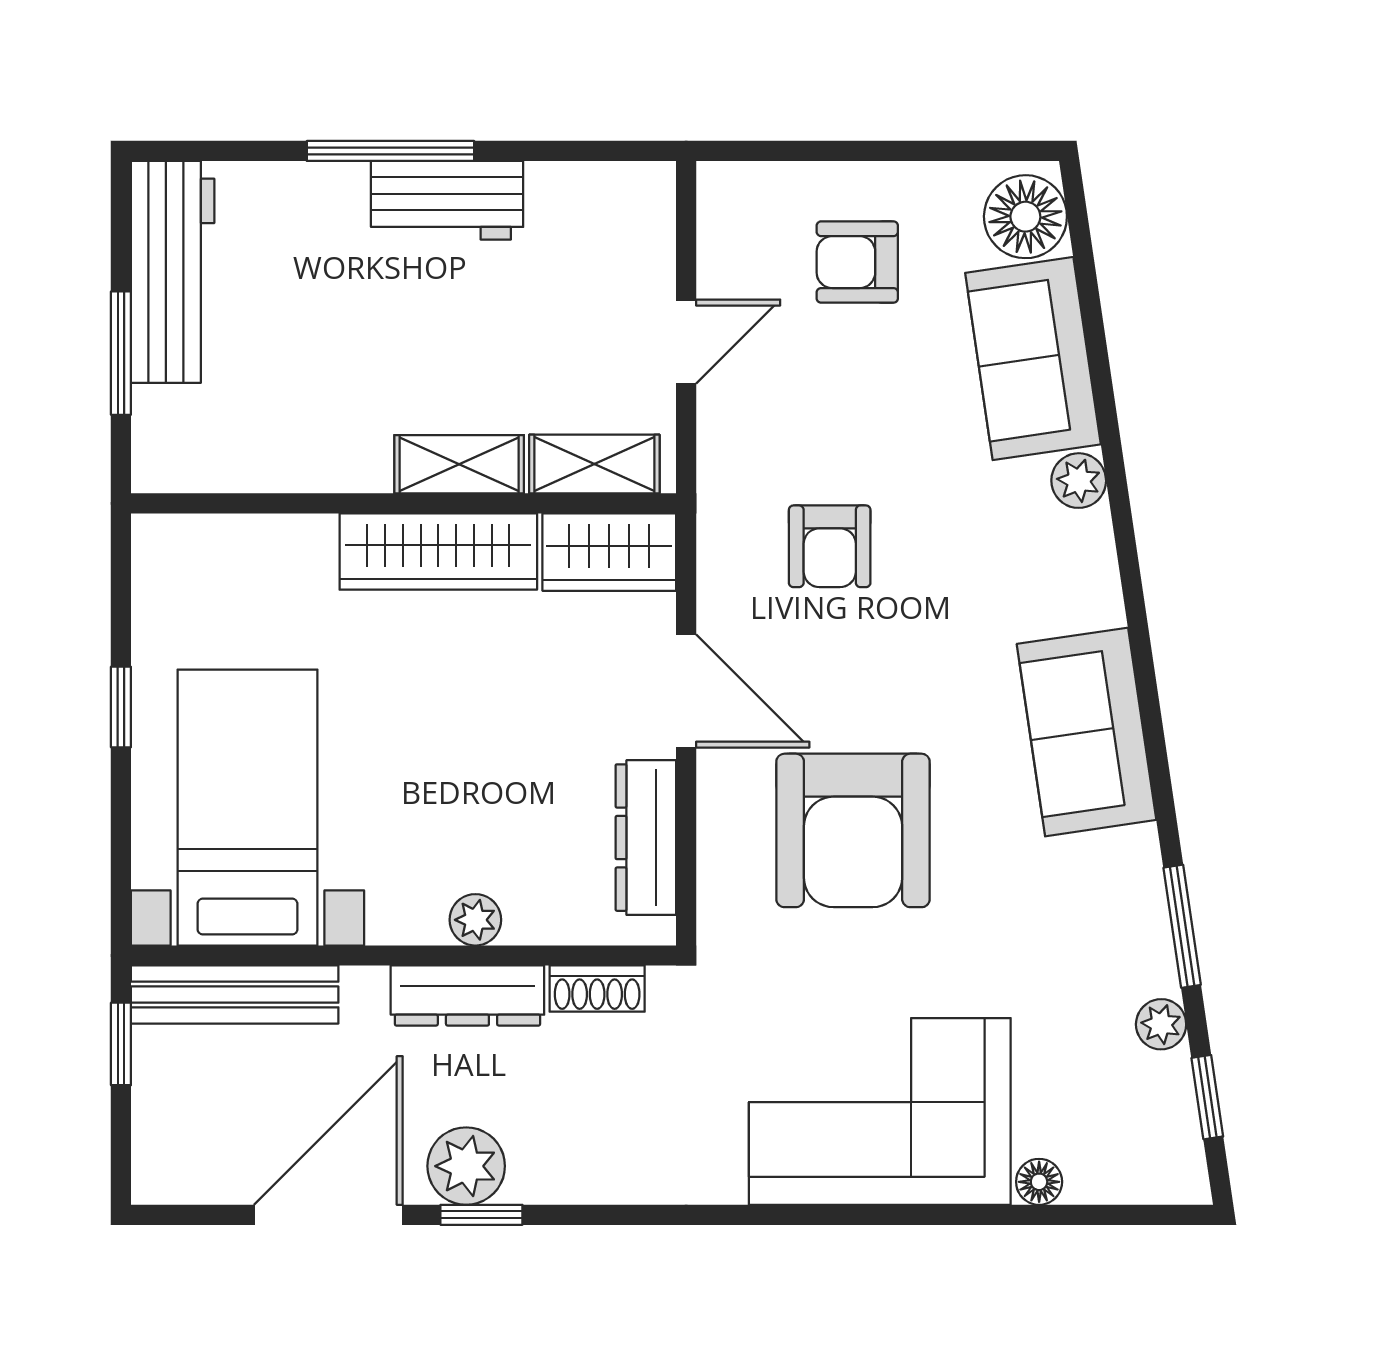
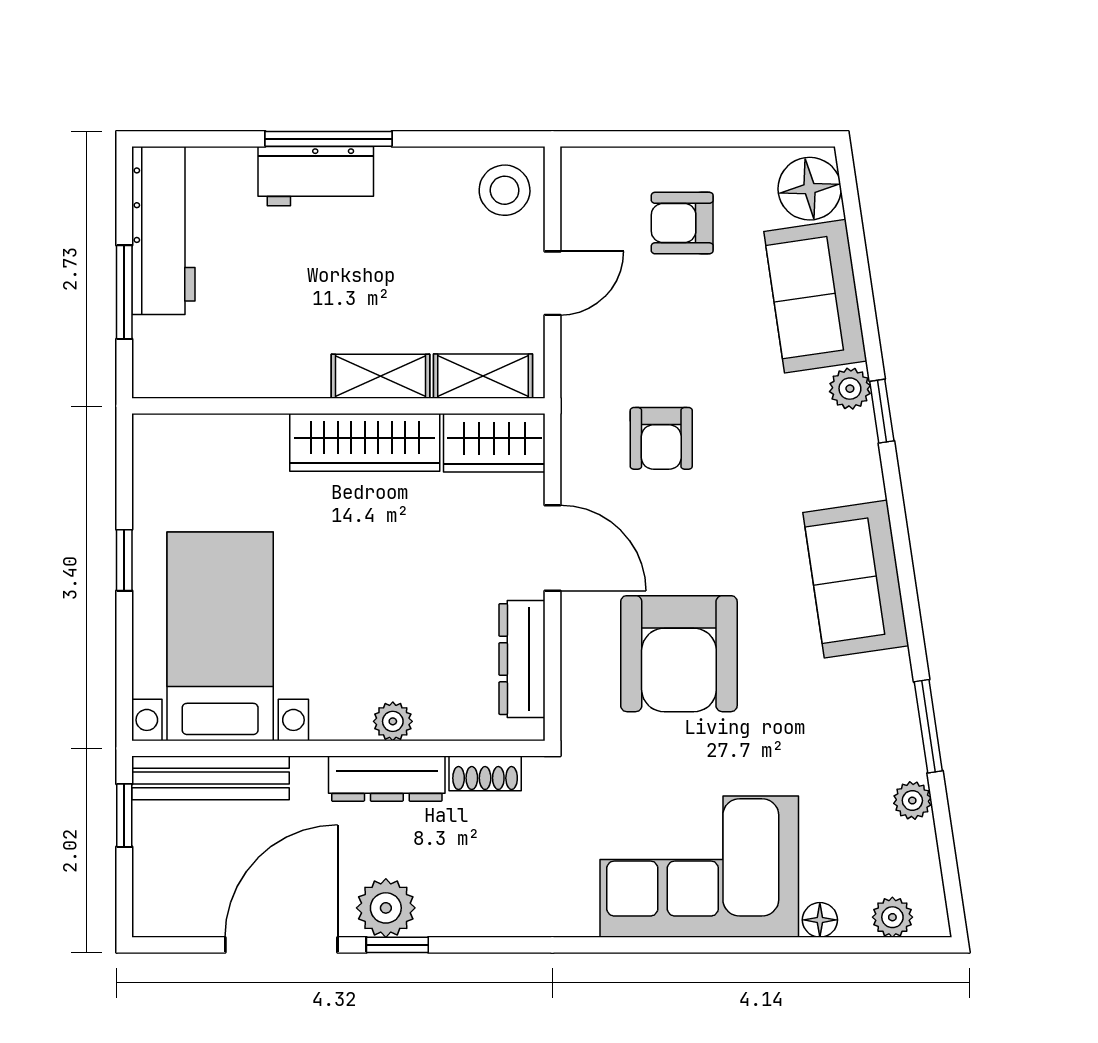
workbench: (447, 200) -> (316, 176), moved
stool: (623, 219) -> (505, 190), added
window: (1207, 1097) -> (882, 411), moved
plant: (1135, 1178) -> (892, 917), added

